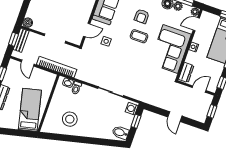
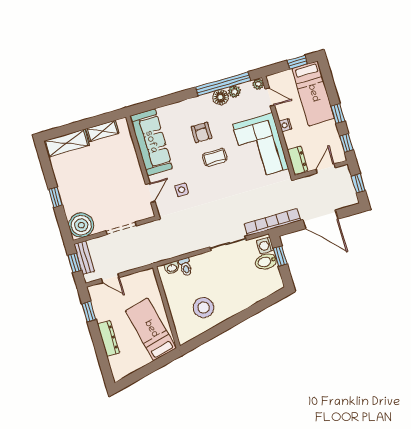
boiler: (28, 23) -> (81, 225), width x1.86, depth x1.86
door: (196, 24) -> (270, 97), swing flipped
bookcase: (57, 67) -> (272, 222), moved
door: (175, 117) -> (321, 219), width x1.87
bidet: (120, 133) -> (266, 261), moved

